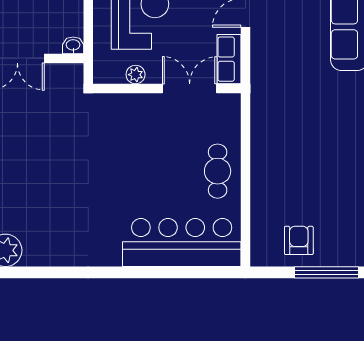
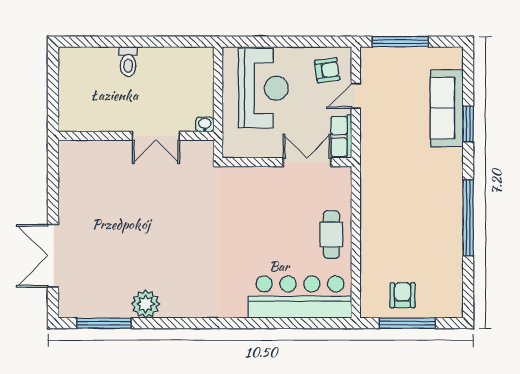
plant: (136, 75) -> (260, 150), removed
window: (327, 272) -> (407, 323), moved

